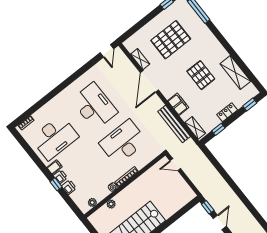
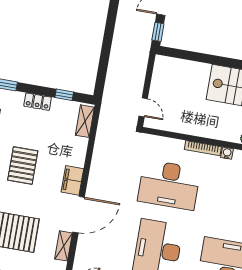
filing cabinet: (178, 104) -> (72, 180), moved
bench: (174, 124) -> (101, 148), removed

